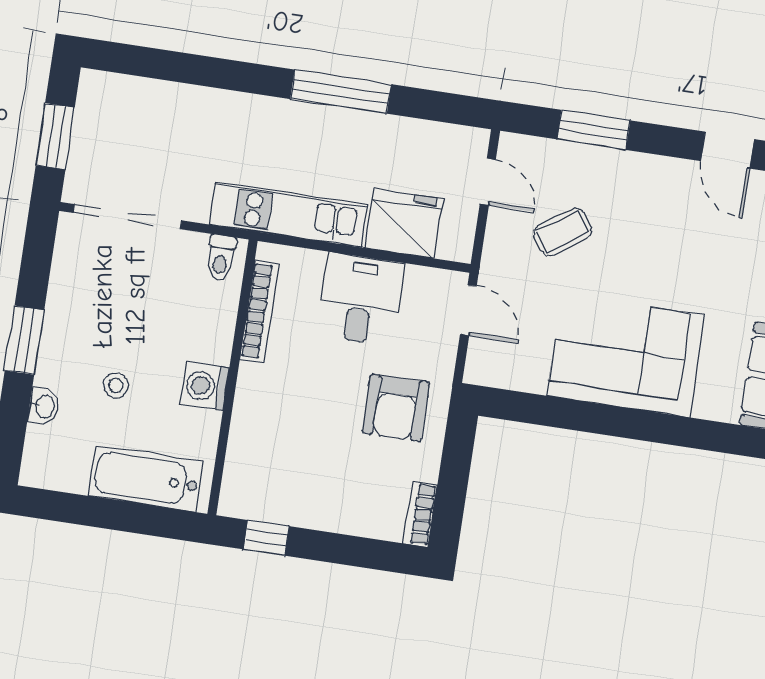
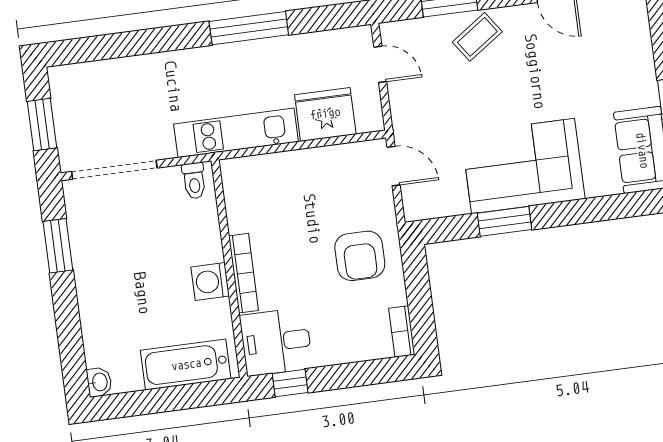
coffee table: (563, 232) -> (477, 37), moved
desk: (361, 299) -> (276, 342), moved, turned -90
bookcase: (260, 311) -> (243, 273), moved
window: (24, 340) -> (58, 246), moved
stool: (116, 386) -> (143, 300), removed
washbasin: (44, 407) -> (99, 382), moved
window: (584, 417) -> (505, 221), added

